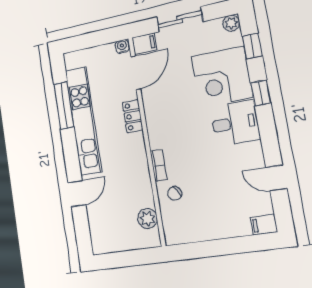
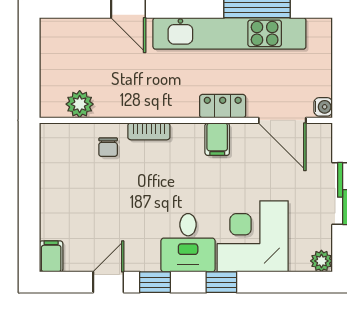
filing cabinet: (144, 44) -> (217, 139), moved
window: (252, 46) -> (155, 282), moved
chair: (175, 193) -> (108, 147), turned -146

